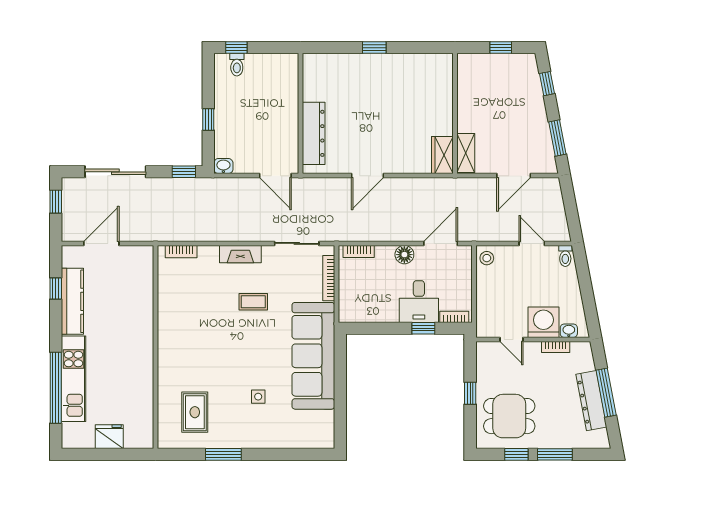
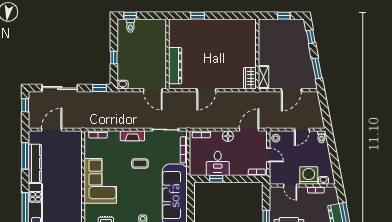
window: (374, 48) -> (197, 16), moved
door: (532, 243) -> (302, 130), swing flipped
door: (474, 287) -> (268, 155), added
window: (56, 289) -> (25, 156), width x2.17
desk: (419, 302) -> (218, 163), moved
window: (423, 328) -> (216, 179), moved
corner sofa: (185, 332) -> (100, 181), added

